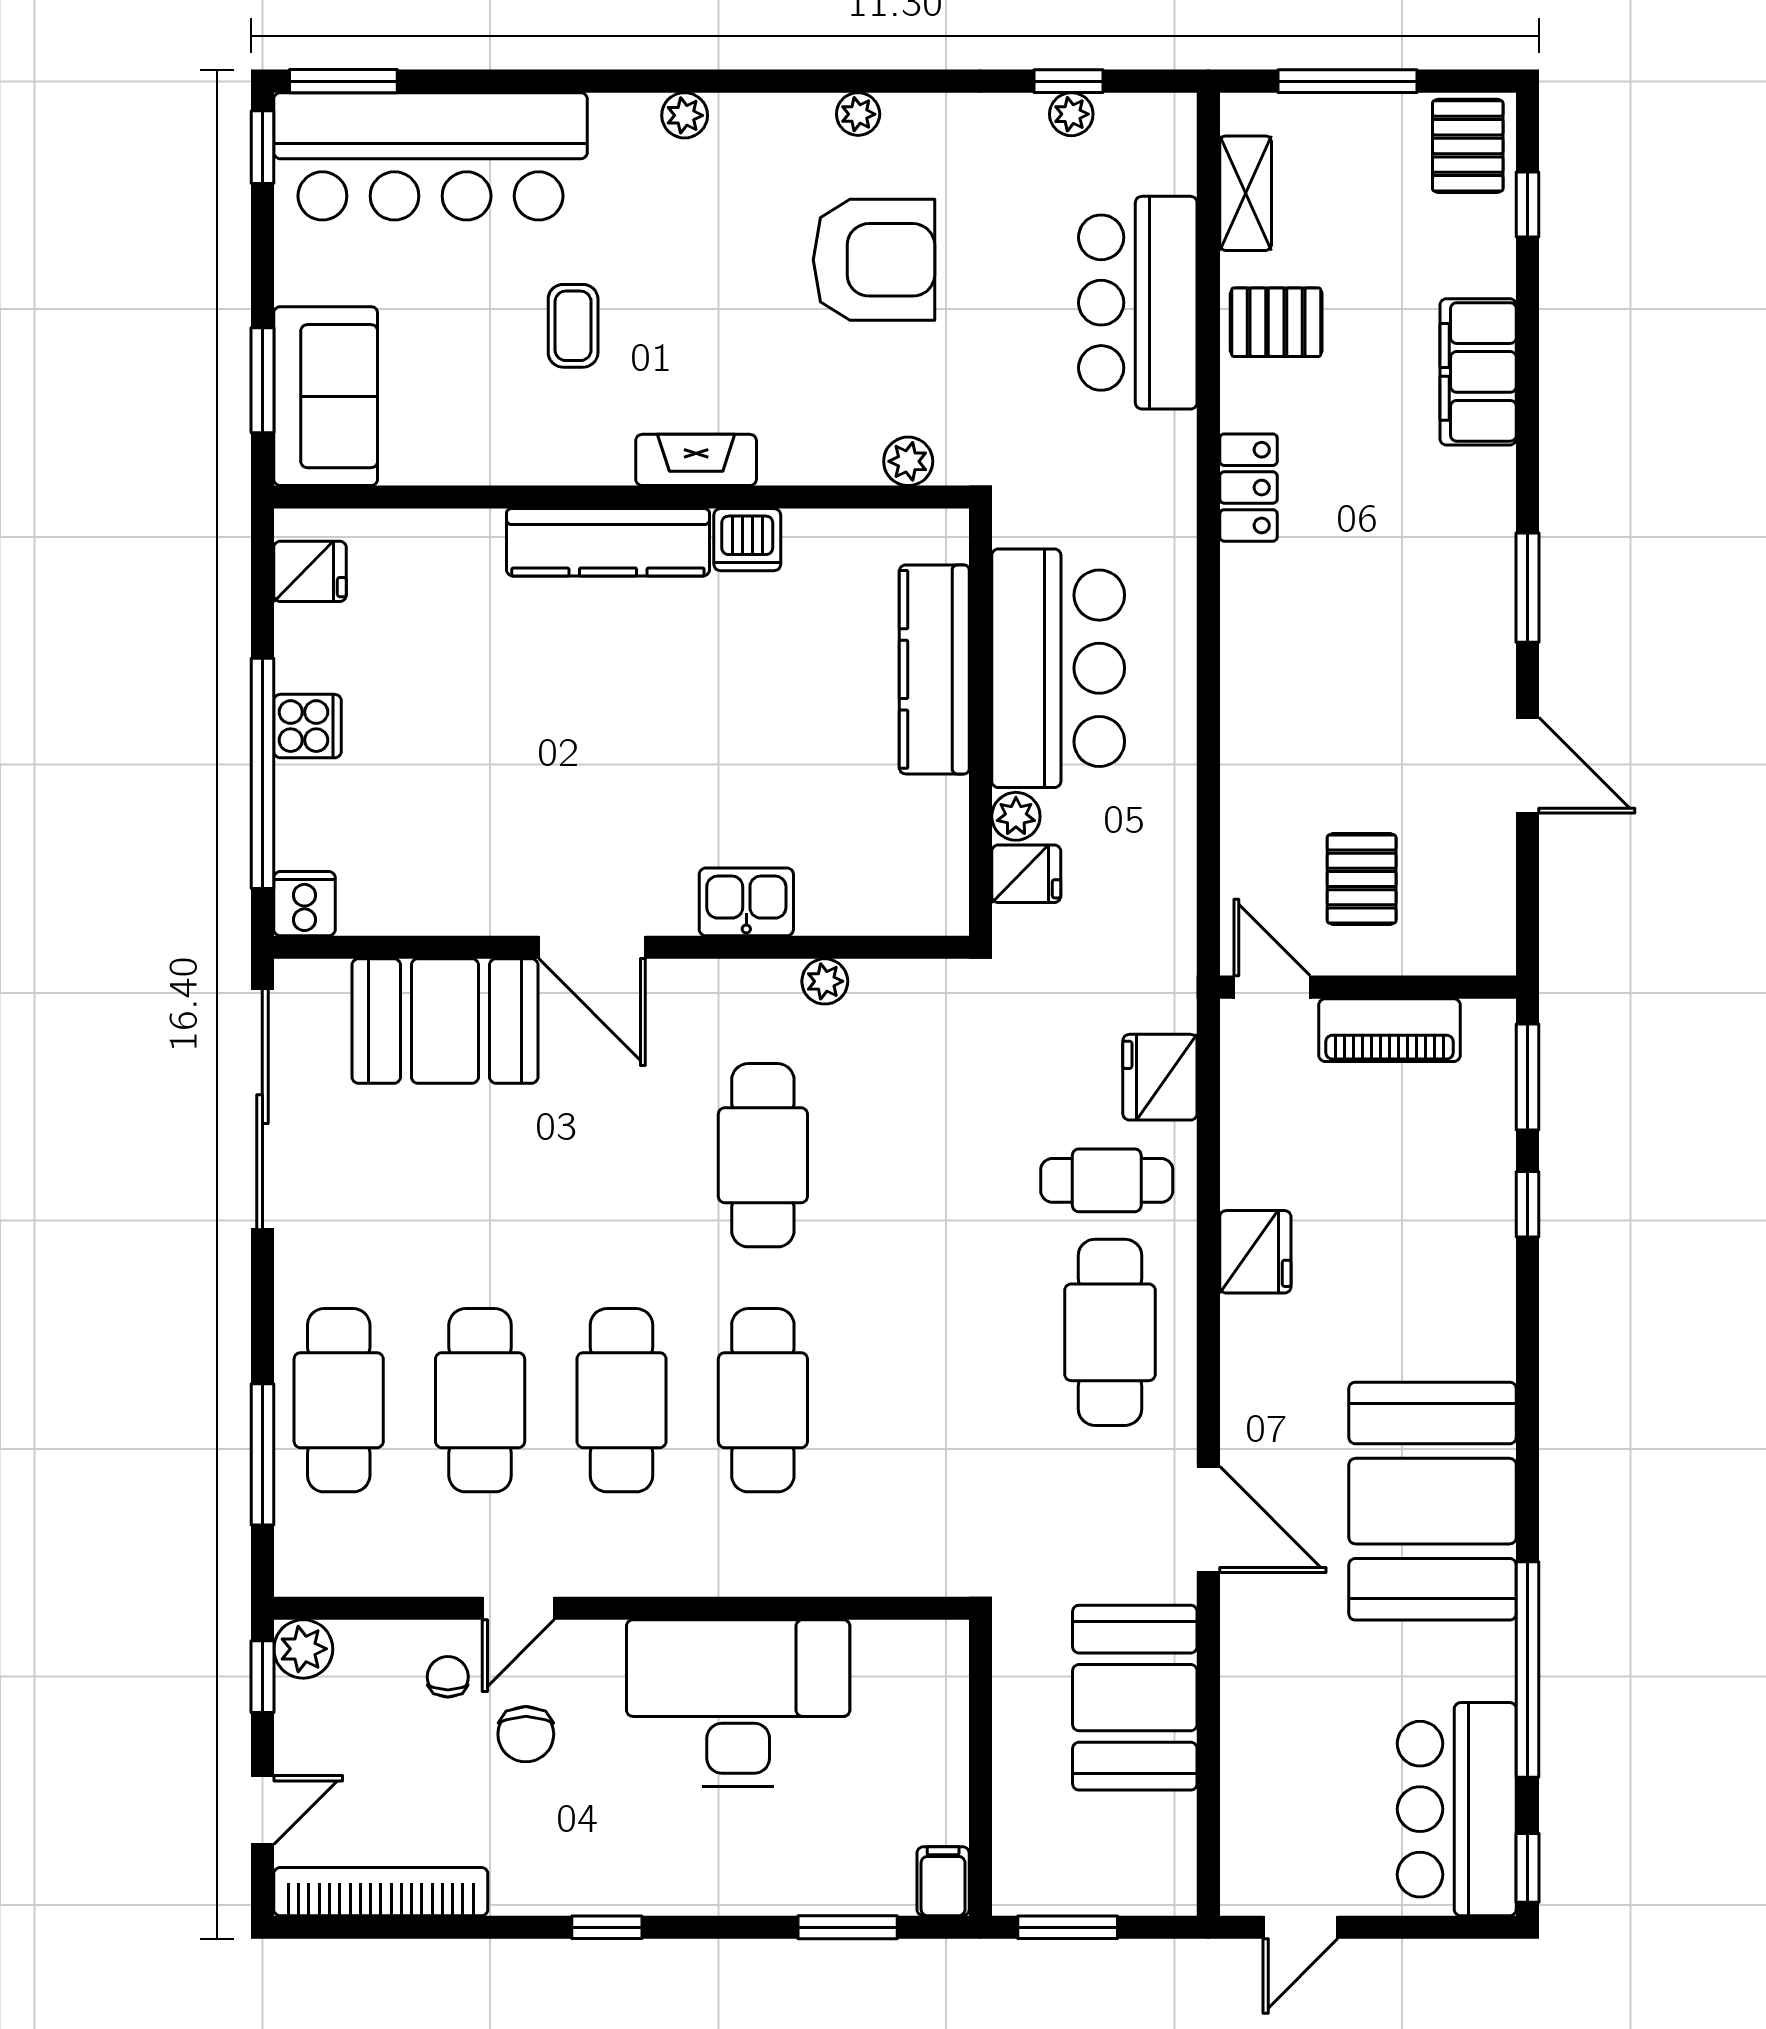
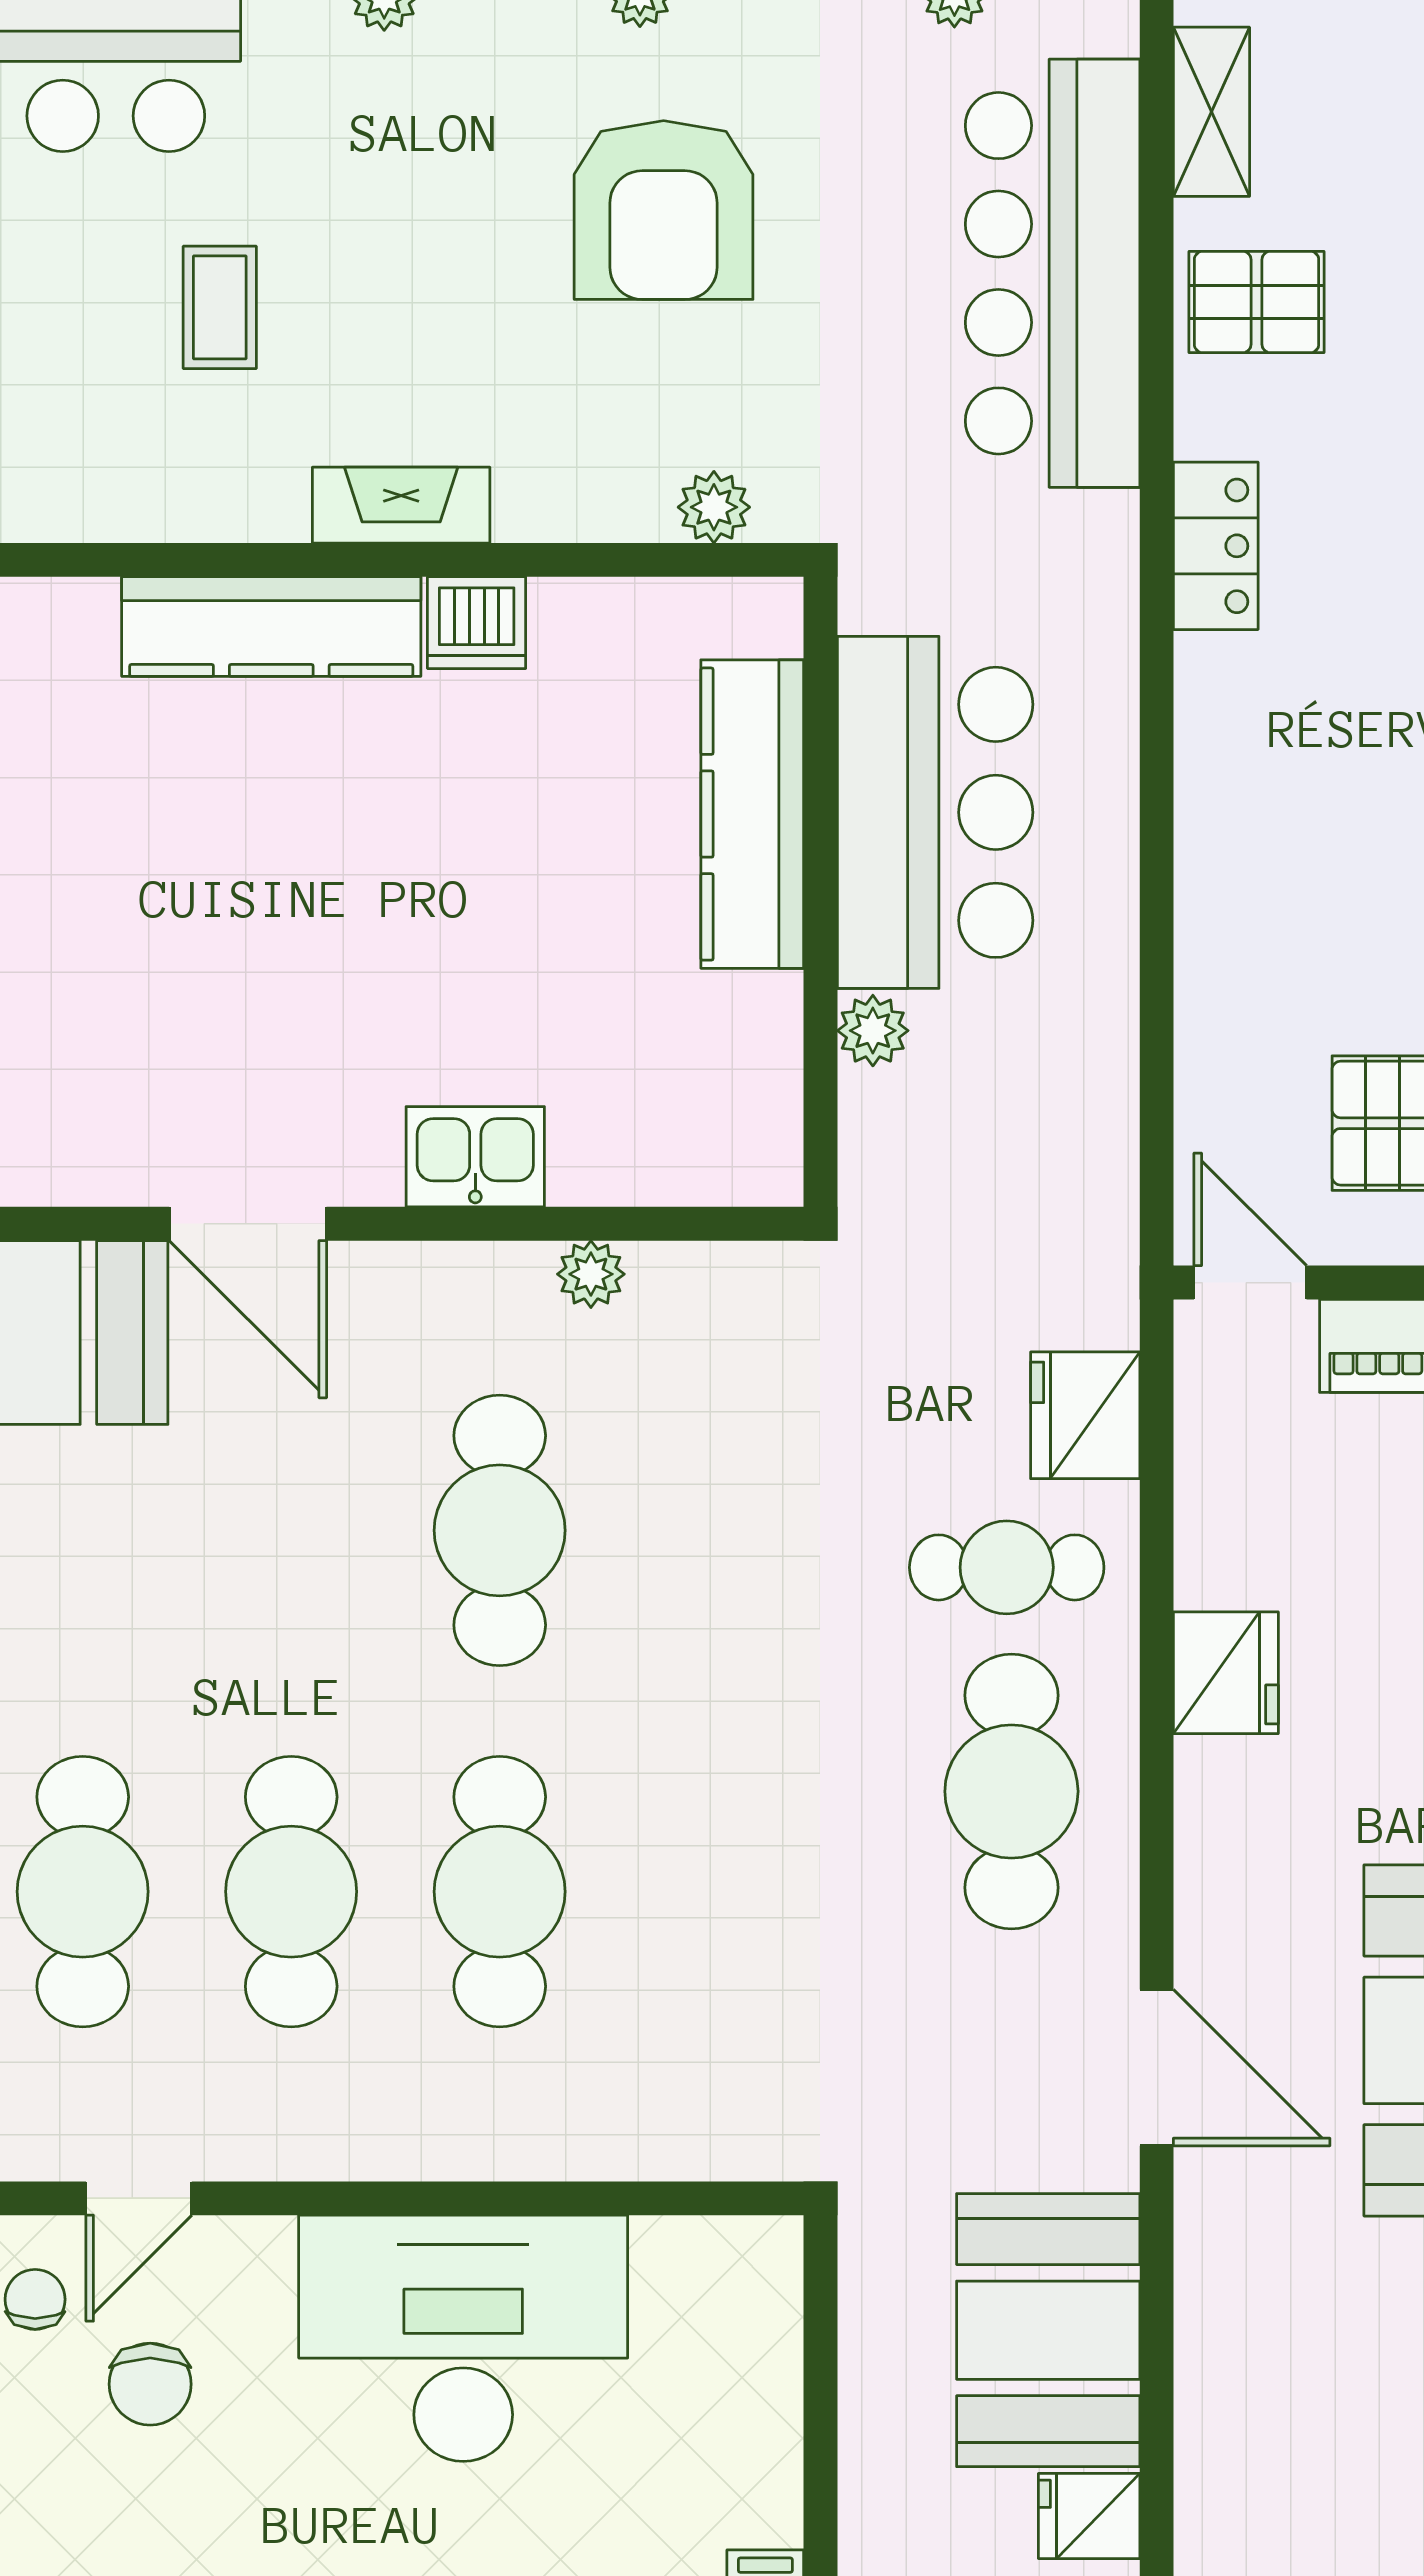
armchair: (874, 260) -> (664, 210), turned 90
bar counter: (1138, 303) -> (1053, 273), width x1.36
fridge: (1026, 874) -> (1089, 2516), moved, turned 180

